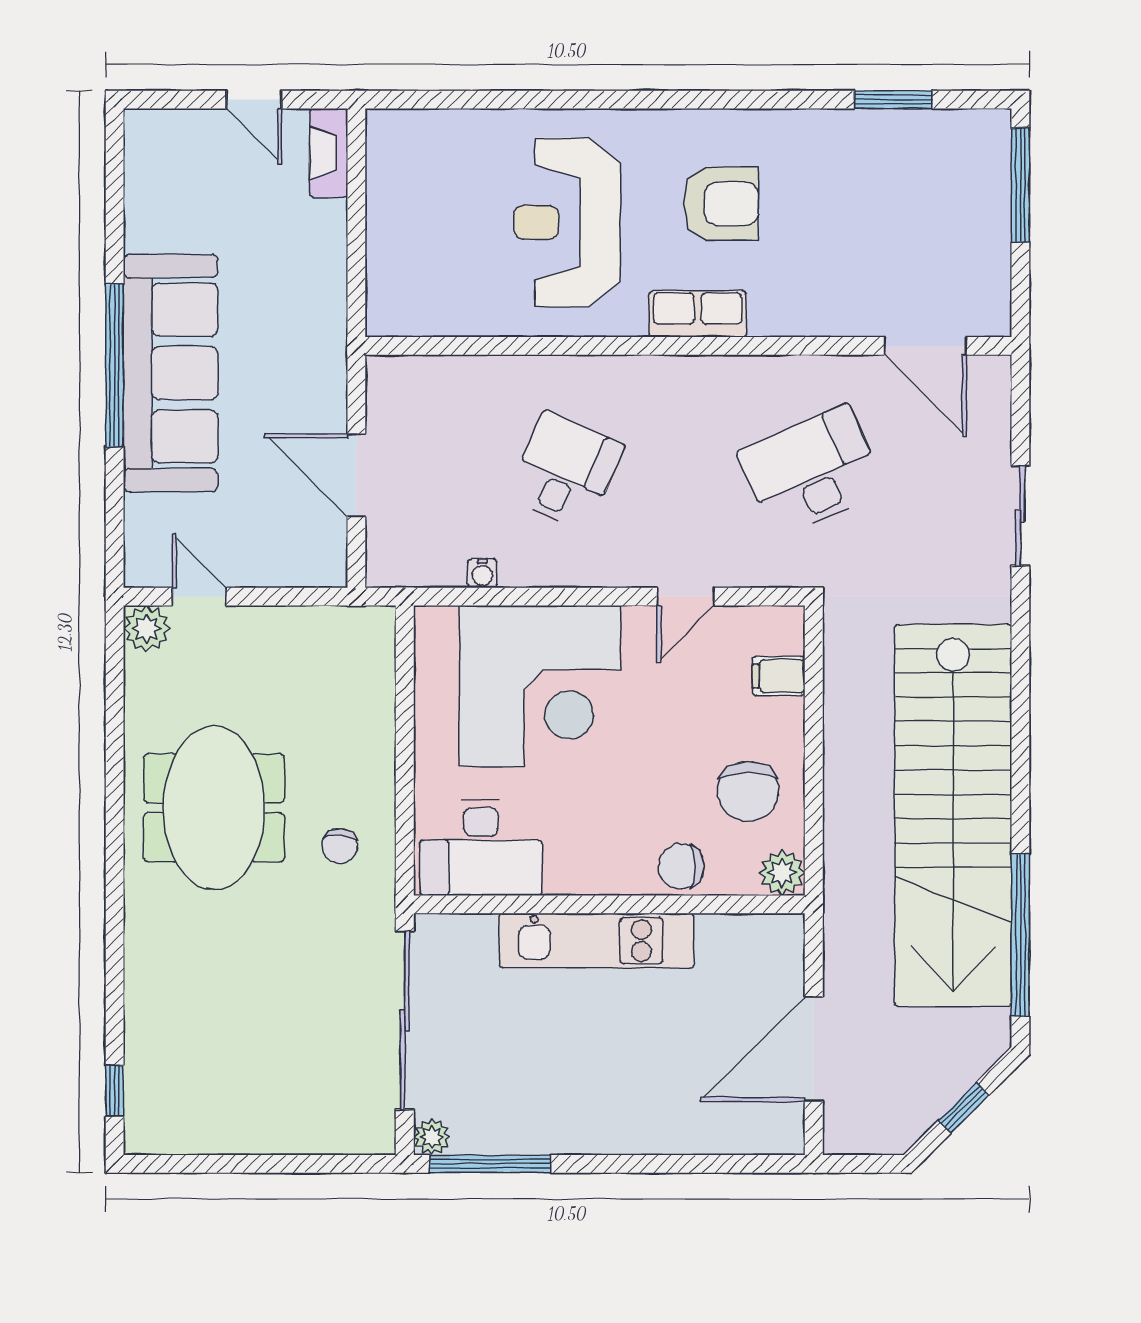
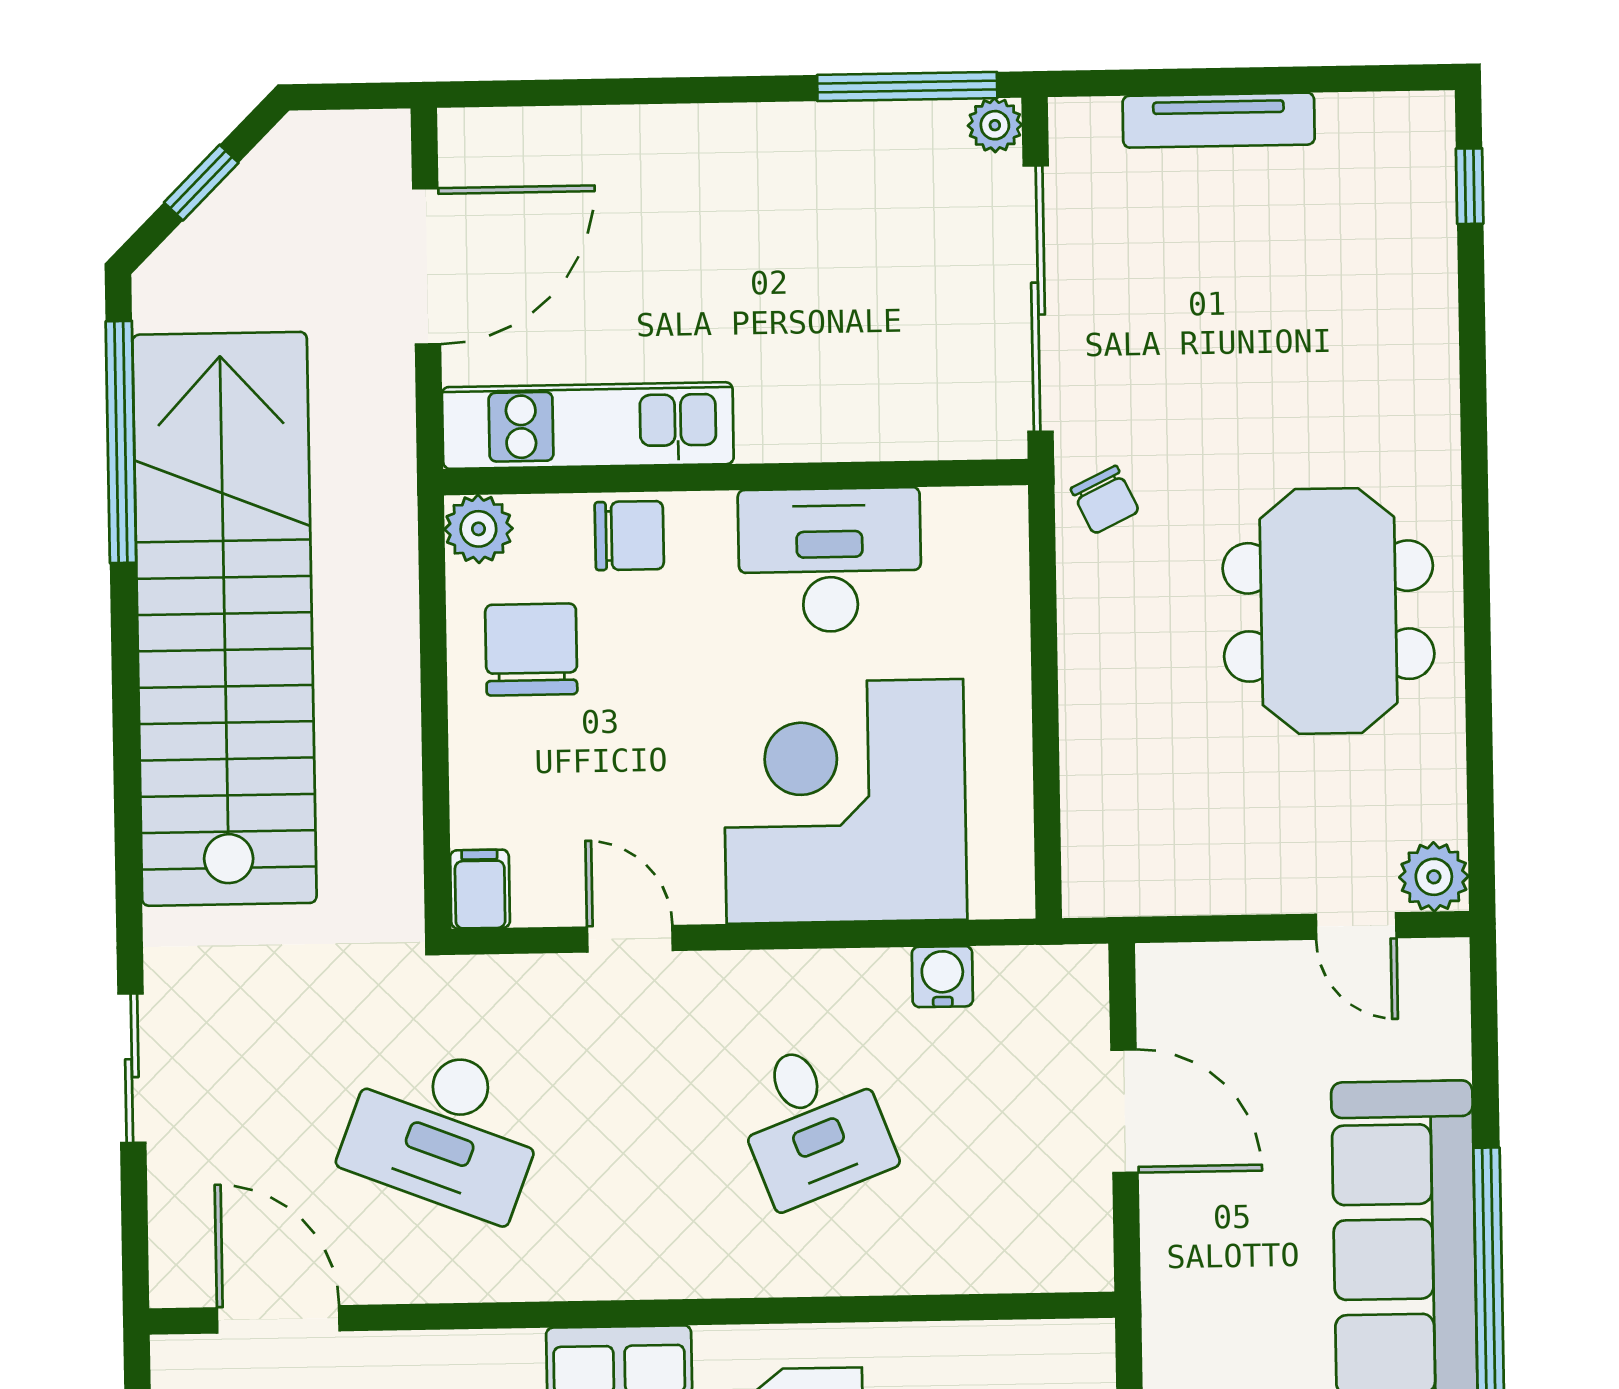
desk: (565, 471) -> (813, 1123), turned -45
desk: (811, 471) -> (445, 1129), turned 45
water cooler: (482, 573) -> (942, 977), width x1.38, depth x1.38
door: (686, 597) -> (630, 939), hinge flipped
filing cabinet: (779, 676) -> (480, 889), moved, turned -90
chair: (340, 846) -> (1105, 500), moved, turned 150
desk: (481, 848) -> (830, 560), moved
kitchen unit: (596, 941) -> (588, 426), moved
tv unit: (282, 1138) -> (1219, 120), added

